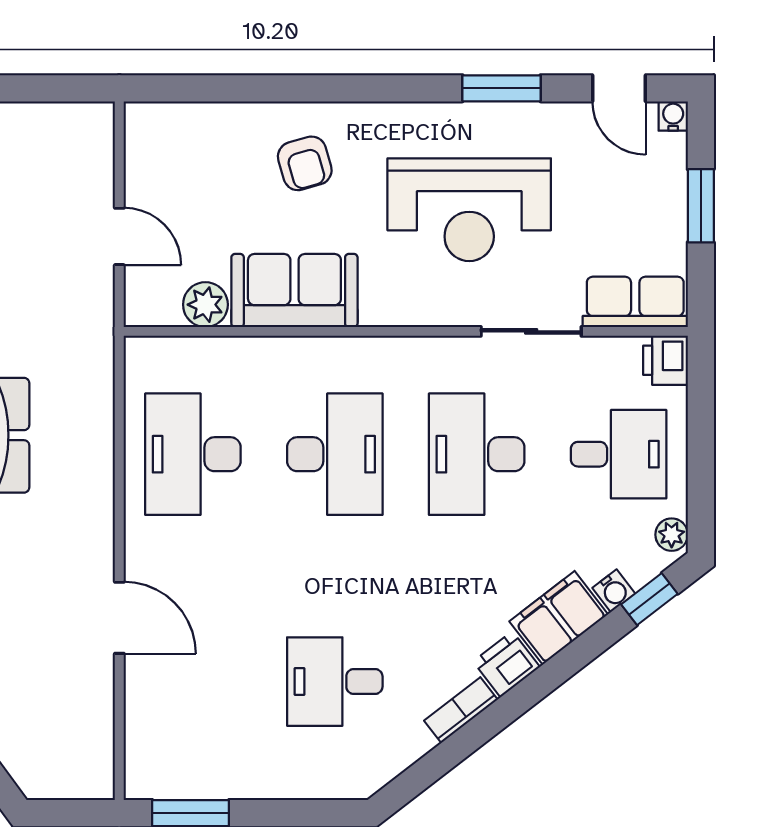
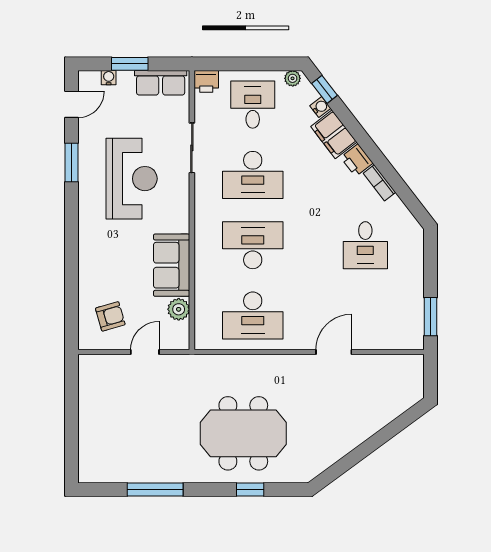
water cooler: (673, 116) -> (109, 78), moved, turned 90
armchair: (305, 163) -> (110, 316), moved
row of seats: (635, 302) -> (161, 83), moved, turned -90

